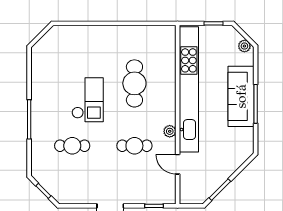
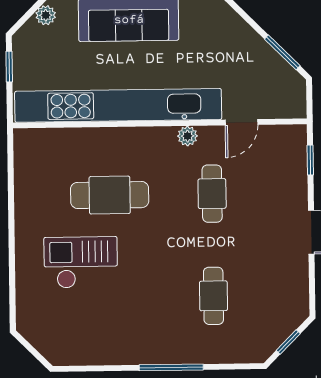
checkout: (88, 100) -> (81, 262), moved

